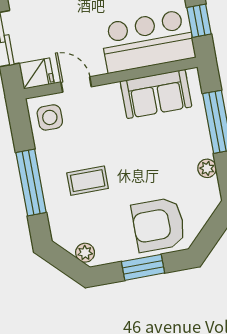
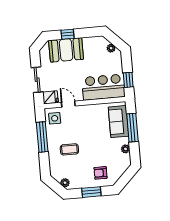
sofa: (156, 94) -> (118, 122), moved, turned 90
window: (31, 182) -> (42, 137), moved
armchair: (159, 225) -> (100, 173), width x0.53, depth x0.53

